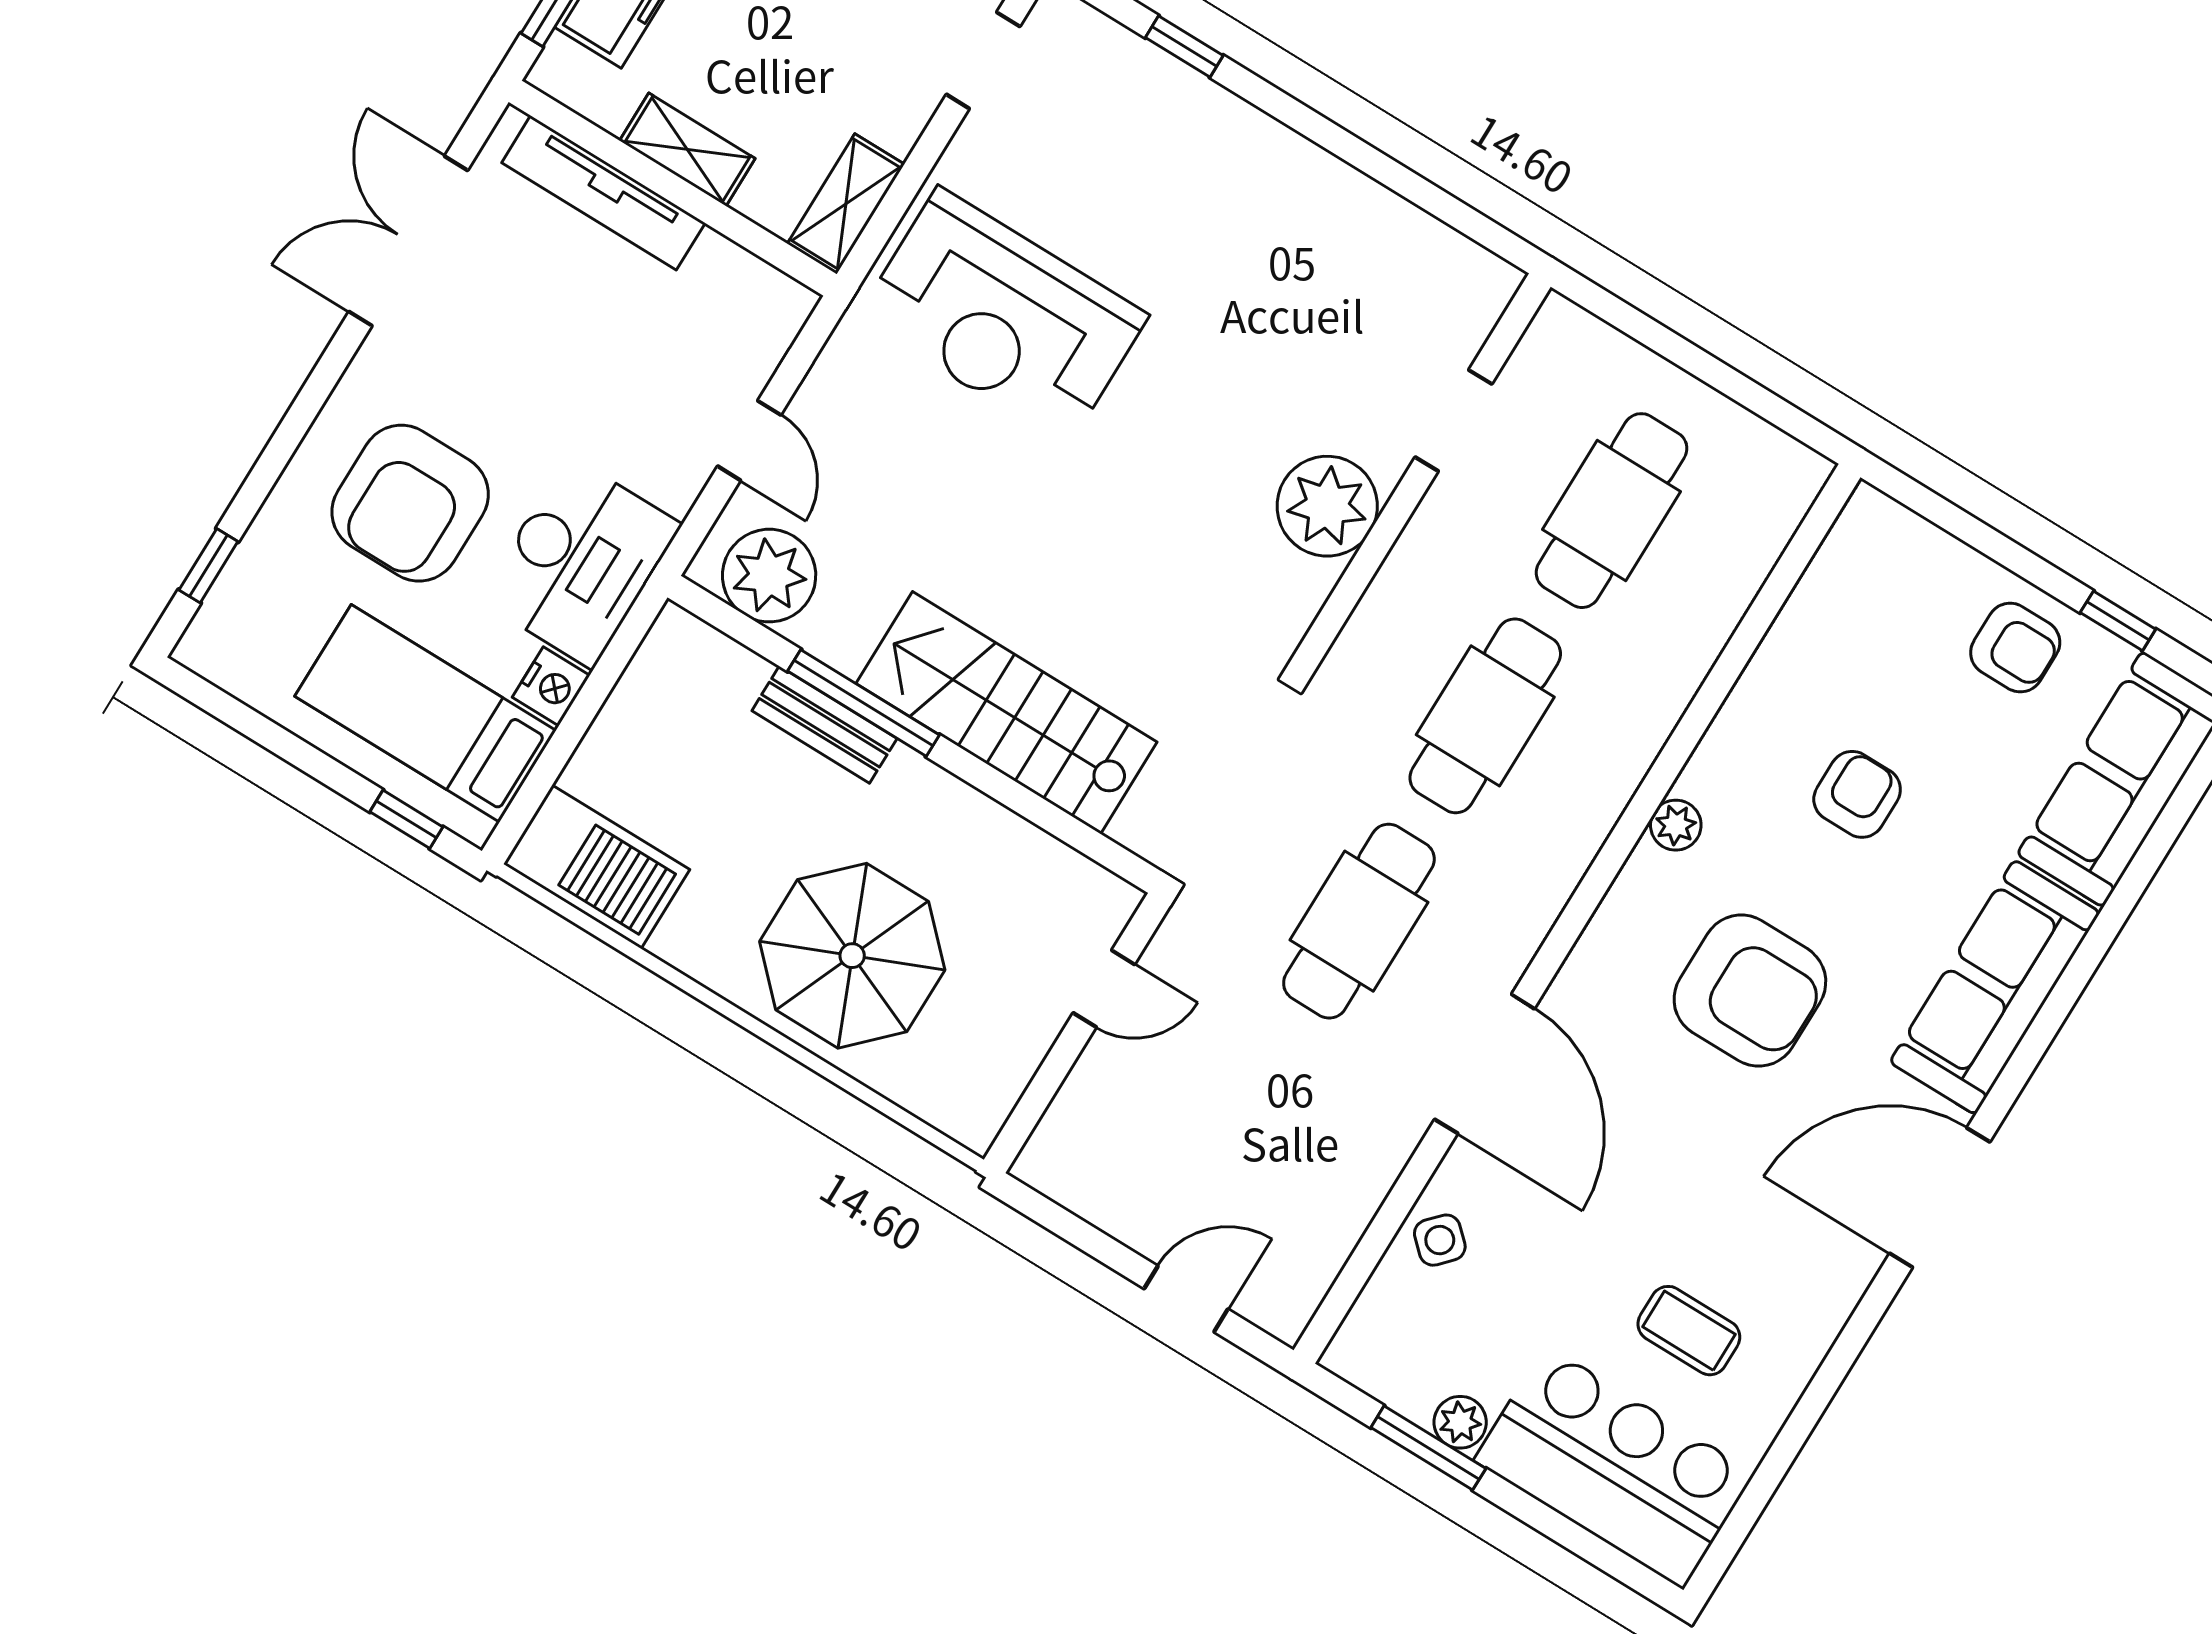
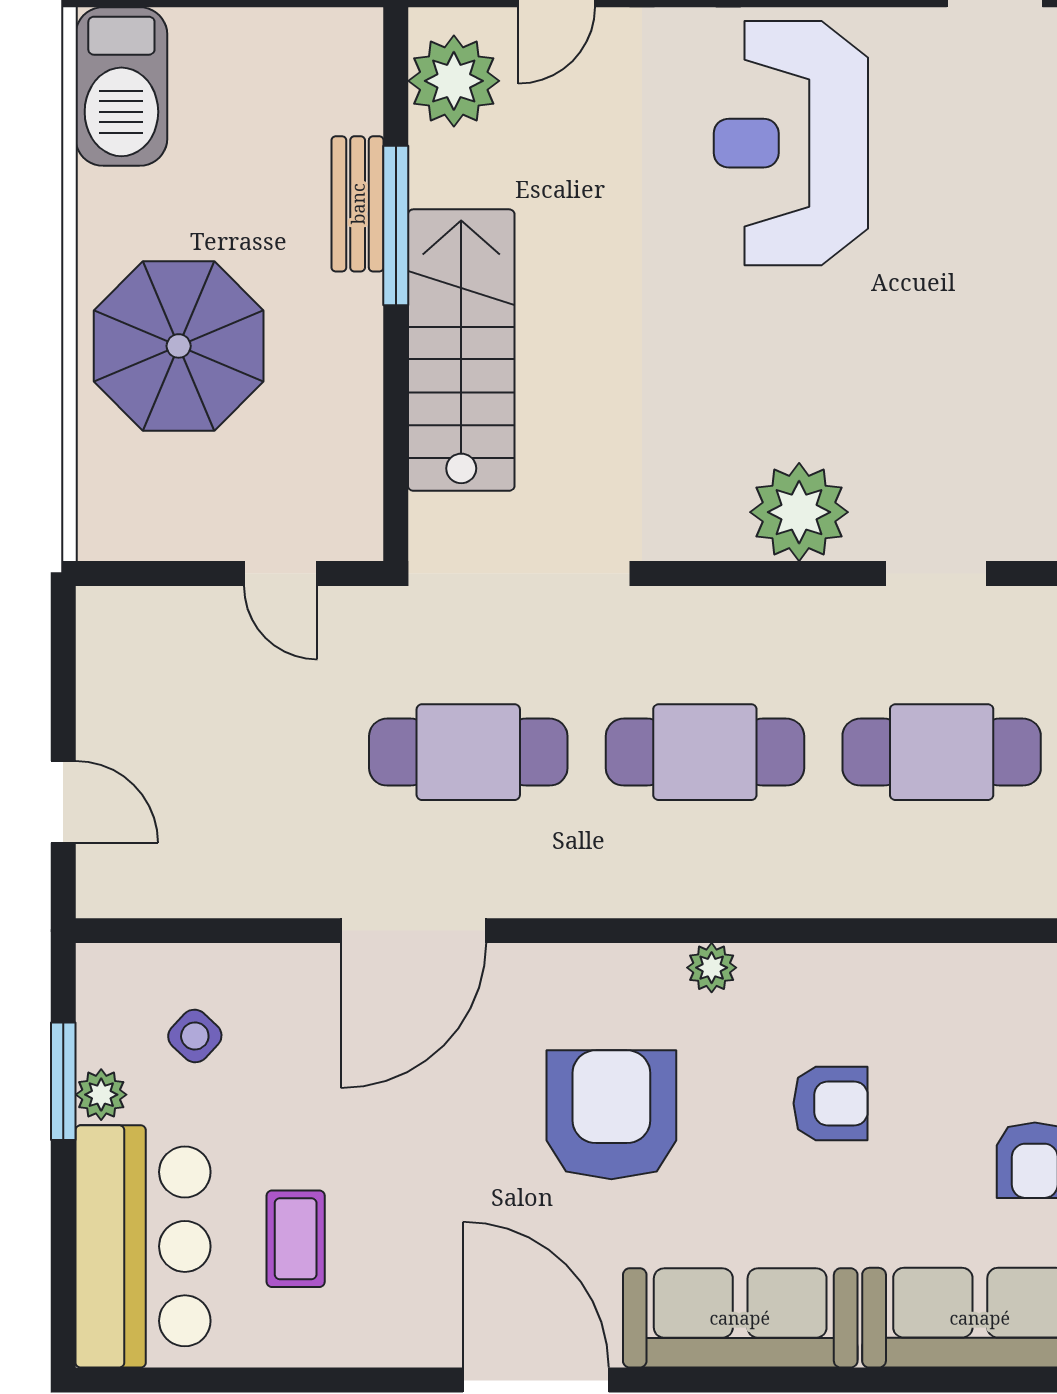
armchair: (1750, 991) -> (611, 1115), turned 180
side table: (1440, 1240) -> (195, 1036), moved

